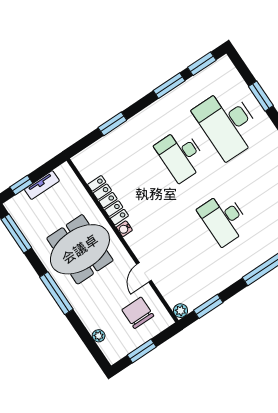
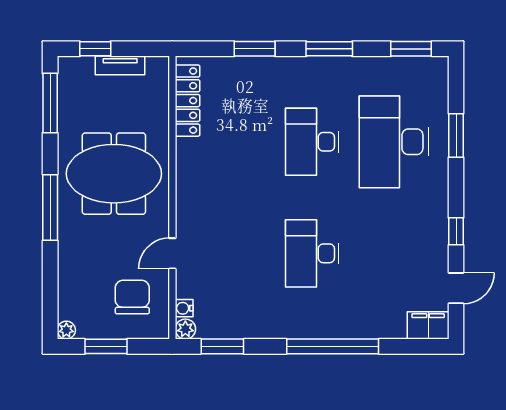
window: (169, 86) -> (329, 49), moved
locker: (108, 200) -> (187, 101), moved
water cooler: (124, 229) -> (184, 308), moved
plant: (99, 336) -> (66, 330), moved

